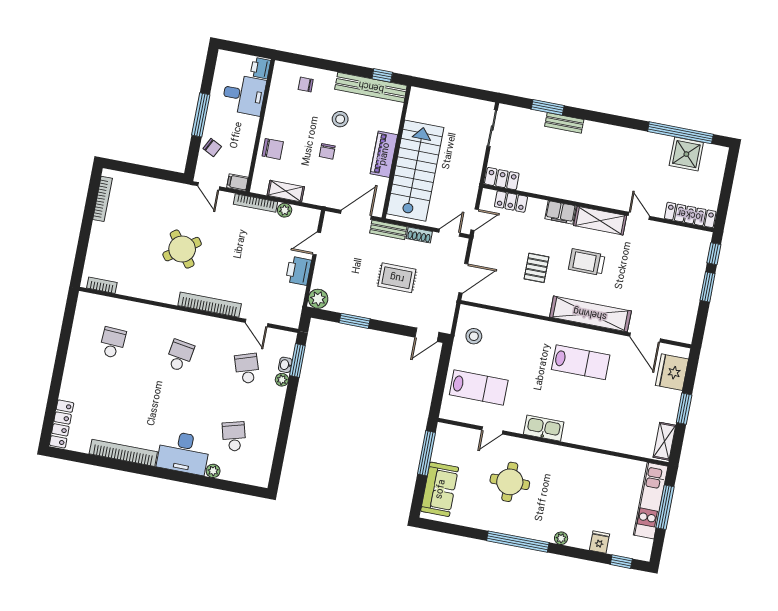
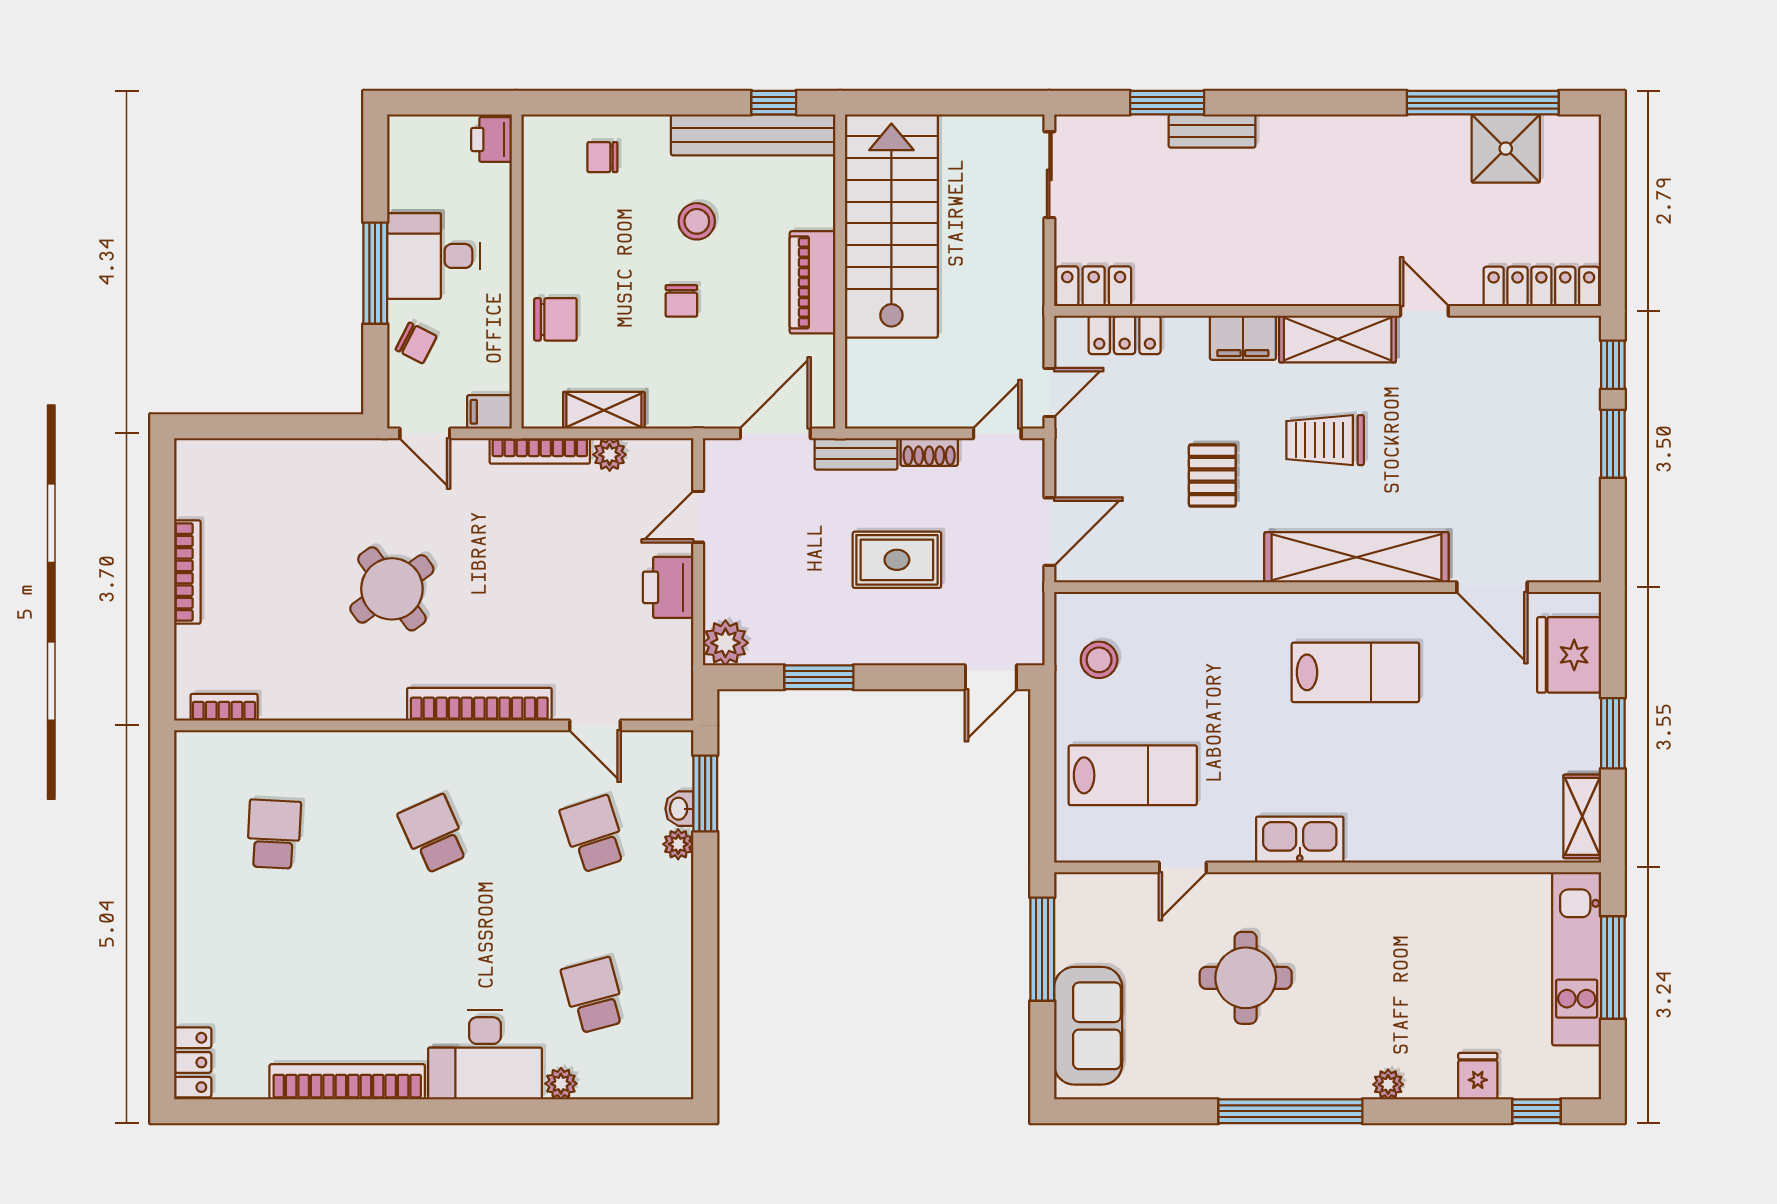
desk: (244, 95) -> (433, 256), moved, turned 180
stairs: (415, 171) -> (891, 226), moved
bookcase: (102, 199) -> (187, 572), moved
school desk: (180, 356) -> (434, 834), turned -33
locker: (62, 424) -> (193, 1062), width x0.66

